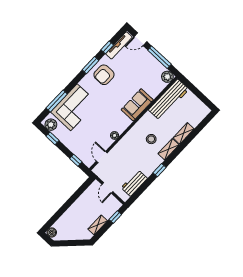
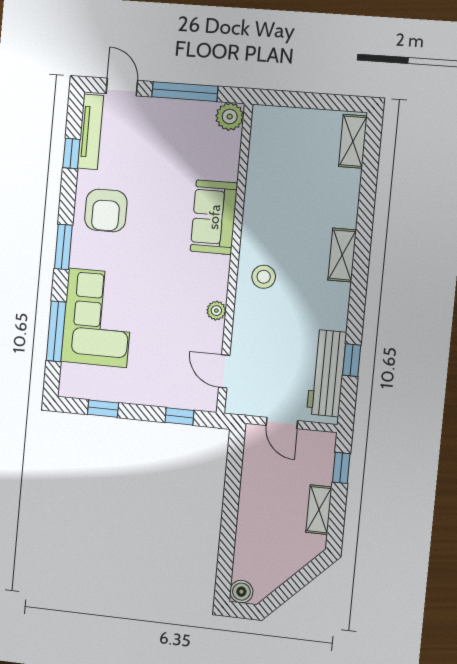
door: (140, 39) -> (122, 87), swing flipped
window: (90, 65) -> (63, 247), moved
workbench: (169, 100) -> (267, 159), removed
plant: (51, 125) -> (80, 385), removed
shelving: (184, 133) -> (353, 141), moved
stool: (151, 139) -> (264, 277), moved
window: (159, 170) -> (352, 360), moved
workbench: (134, 183) -> (327, 373), width x1.38

